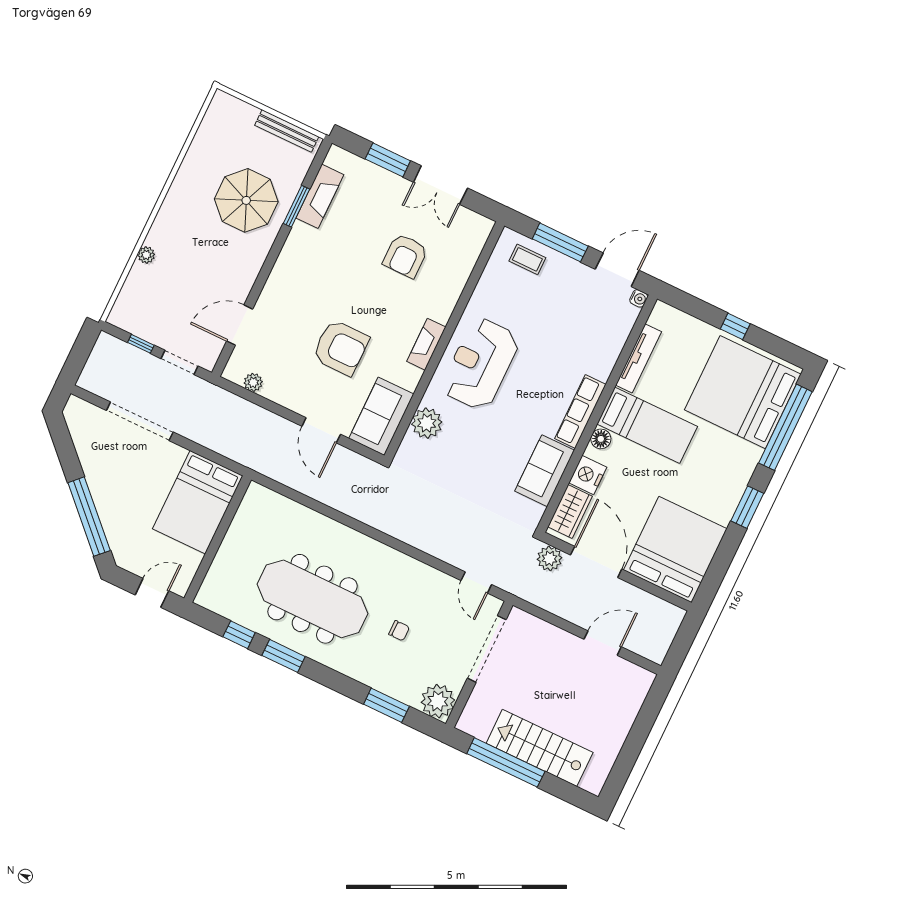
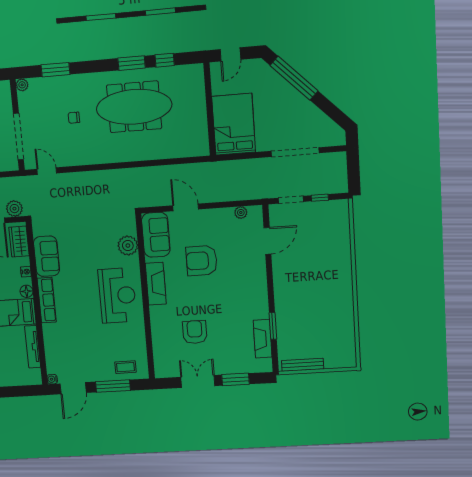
parasol: (246, 200) -> (304, 314), removed
plant: (146, 255) -> (345, 251), removed
fireplace: (426, 344) -> (156, 284), width x1.37, depth x1.32
nightstand: (588, 475) -> (26, 272), width x0.53, depth x0.56
plant: (438, 701) -> (22, 85), width x0.53, depth x0.53

